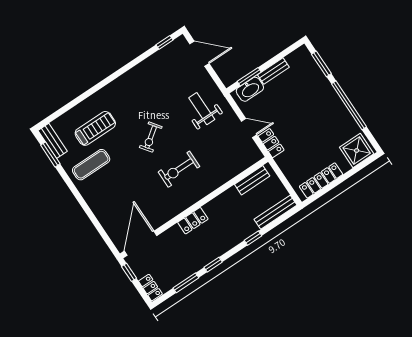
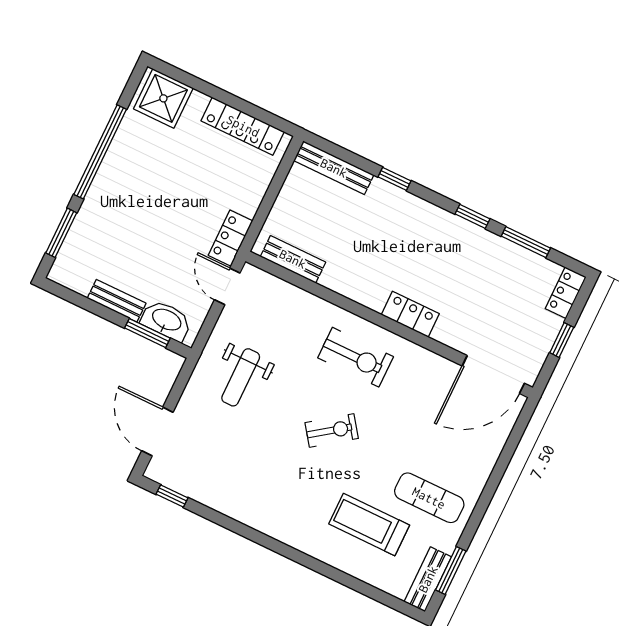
bench: (252, 180) -> (293, 259), moved
wall: (194, 208) -> (389, 324), moved
locker: (193, 221) -> (410, 314), moved
door: (141, 243) -> (493, 375), moved

